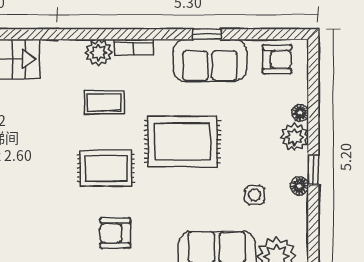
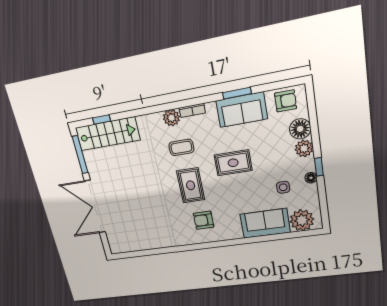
window: (207, 34) -> (237, 93), width x1.50
floor lamp: (300, 113) -> (300, 129), width x1.89, depth x1.89
rug: (182, 142) -> (233, 163), width x0.73, depth x0.70
rug: (106, 168) -> (191, 185), turned 90

